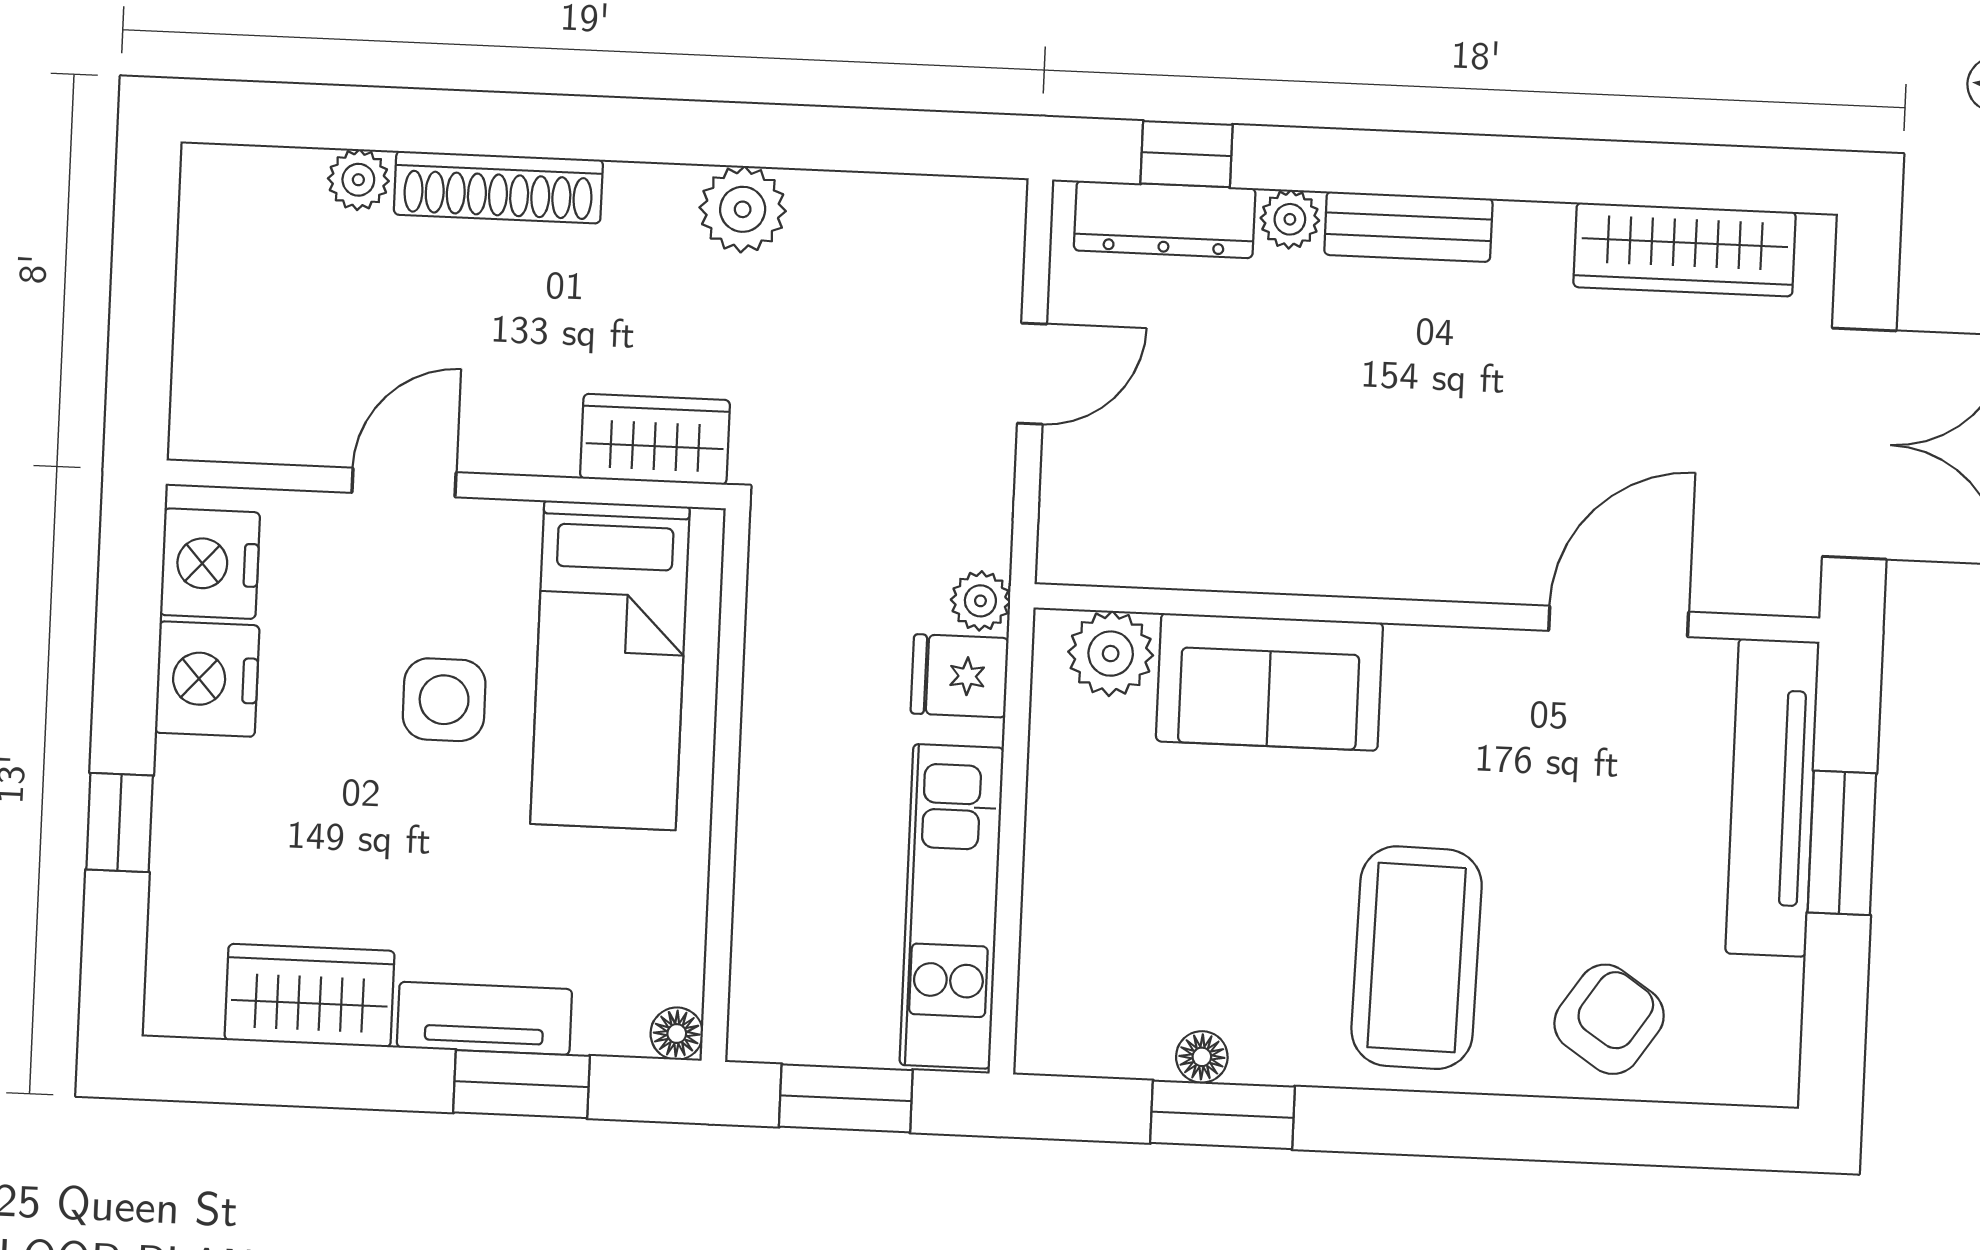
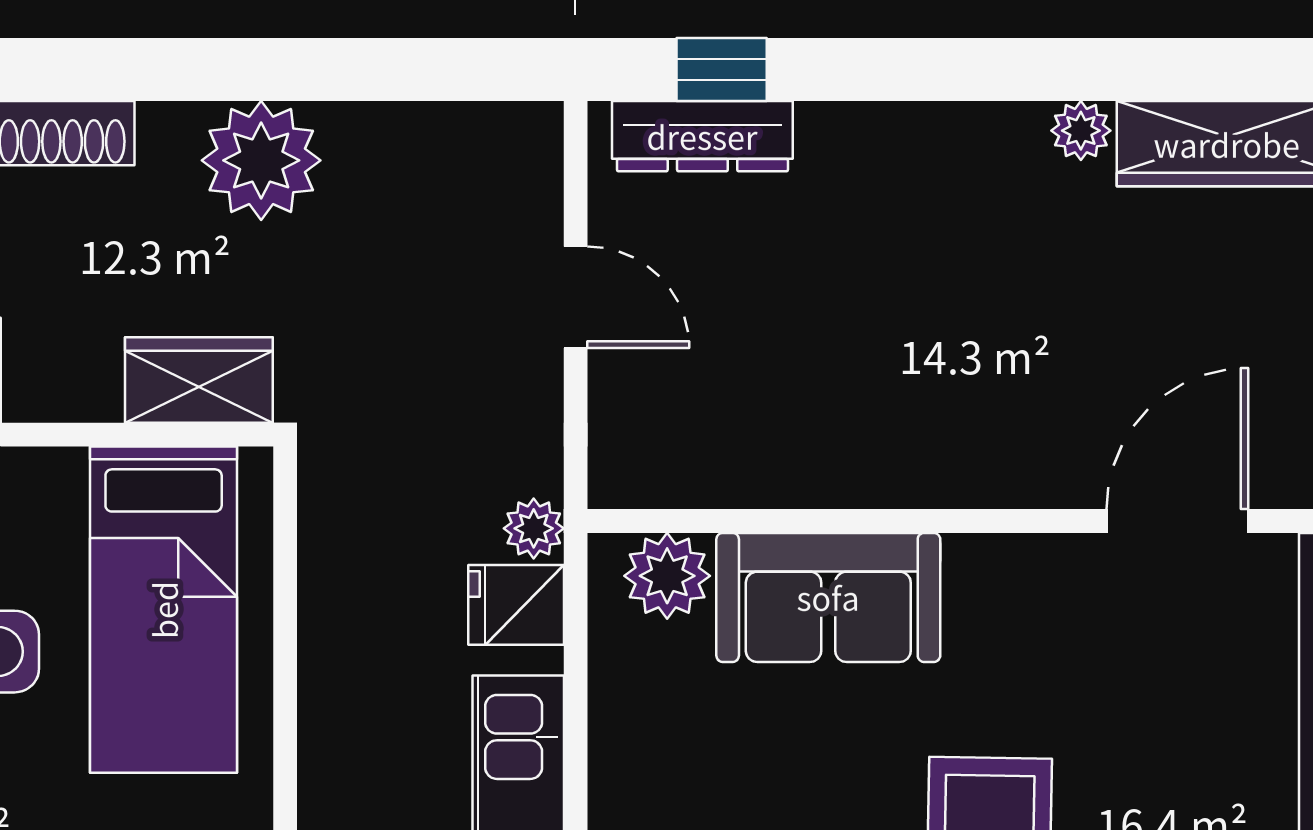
plant: (743, 209) -> (261, 160), width x1.36, depth x1.36
plant: (1290, 219) -> (1081, 131), moved
bench: (1408, 227) -> (948, 133), removed
door: (1032, 374) -> (576, 297), hinge flipped

